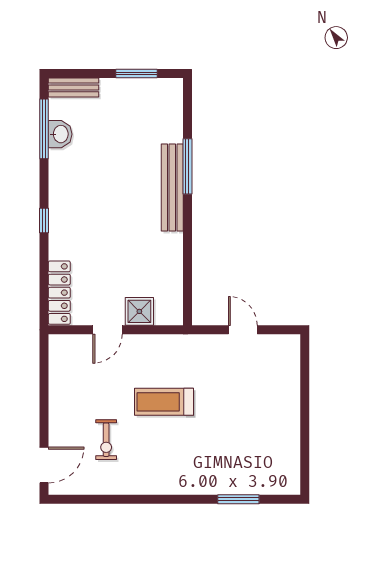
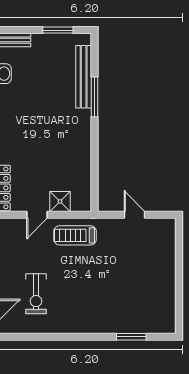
bench: (172, 188) -> (84, 77), moved
treadmill: (164, 402) -> (75, 235), moved
exercise bike: (106, 440) -> (36, 294), width x1.38, depth x1.39

